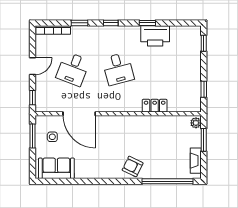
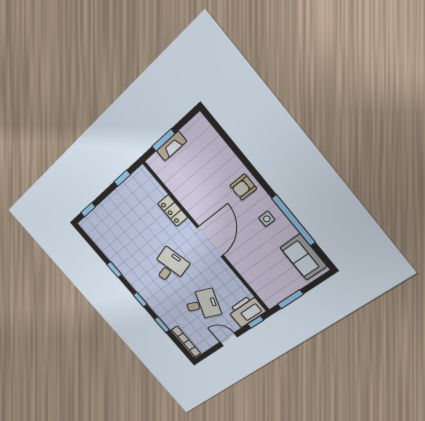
printer: (155, 36) -> (247, 311), moved, turned -90
door: (79, 114) -> (210, 241), moved
plant: (196, 123) -> (155, 161), removed
side table: (52, 137) -> (267, 219), moved
fireplace: (196, 161) -> (172, 146), moved
armchair: (133, 166) -> (243, 187), turned 64
window: (167, 181) -> (294, 220), moved

